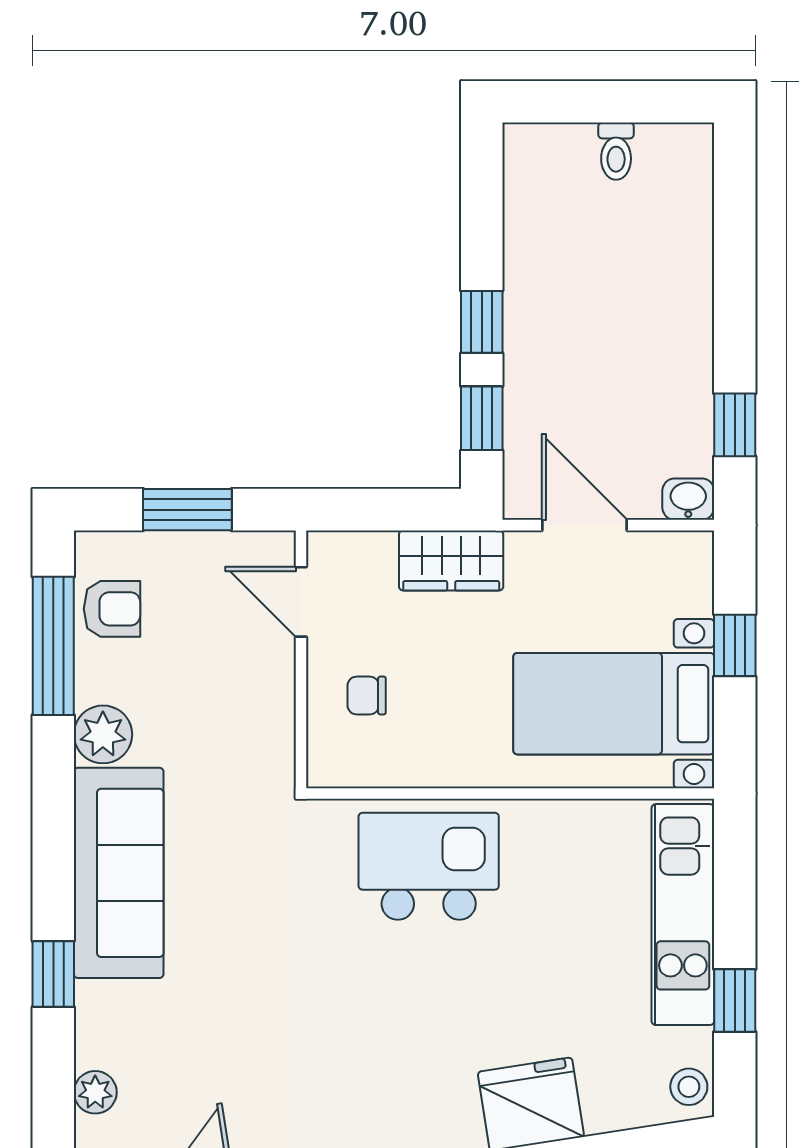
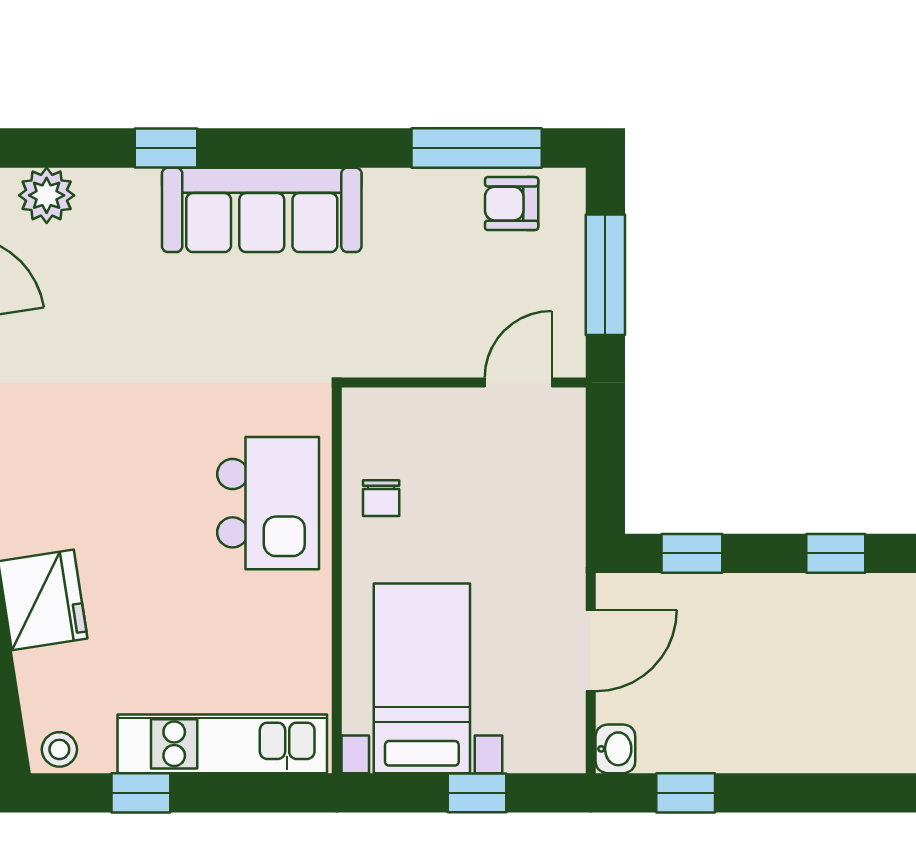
window: (482, 322) -> (836, 553), moved
window: (187, 510) -> (605, 275), width x1.44
wardrobe: (451, 560) -> (557, 525), removed
armchair: (112, 609) -> (512, 204), turned 90
chair: (367, 695) -> (381, 498), moved, turned 180
plant: (103, 734) -> (393, 195), removed
plant: (95, 1092) -> (47, 195), width x1.38, depth x1.38

